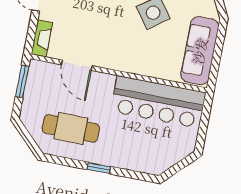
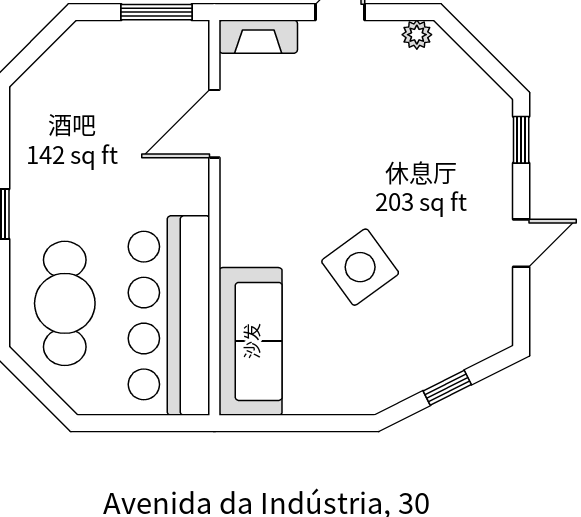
sofa: (200, 51) -> (251, 341), moved, turned 90
cafe table: (71, 128) -> (65, 303), moved

